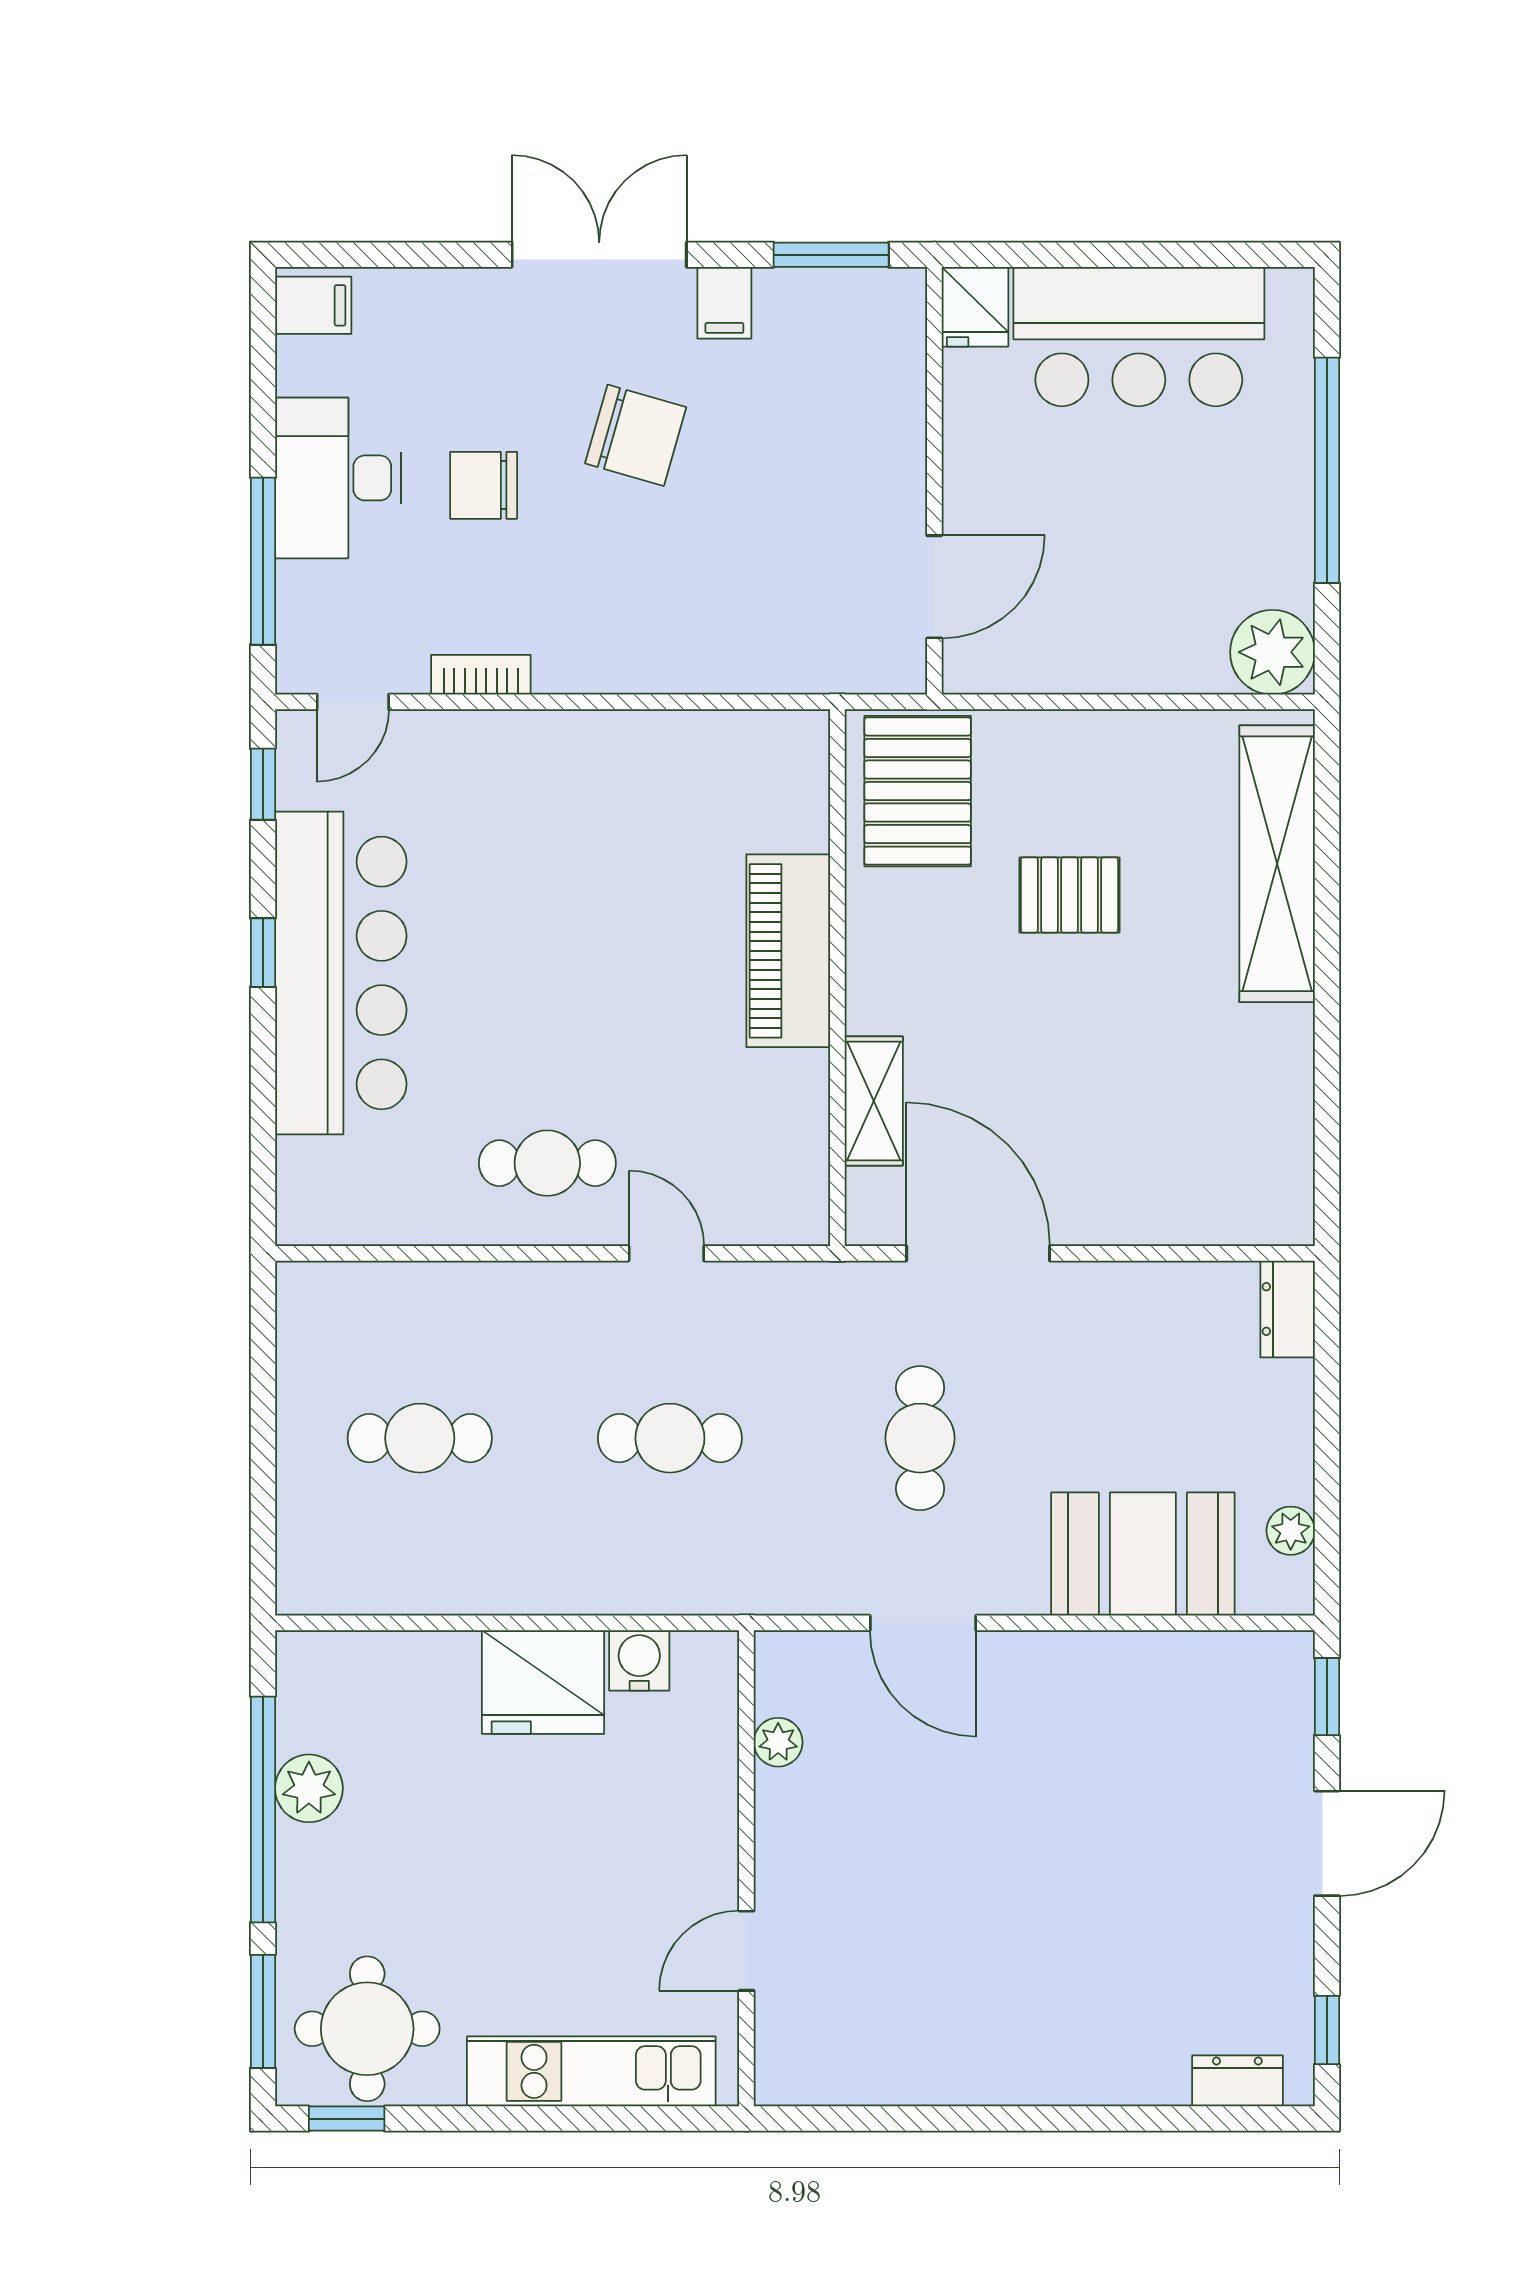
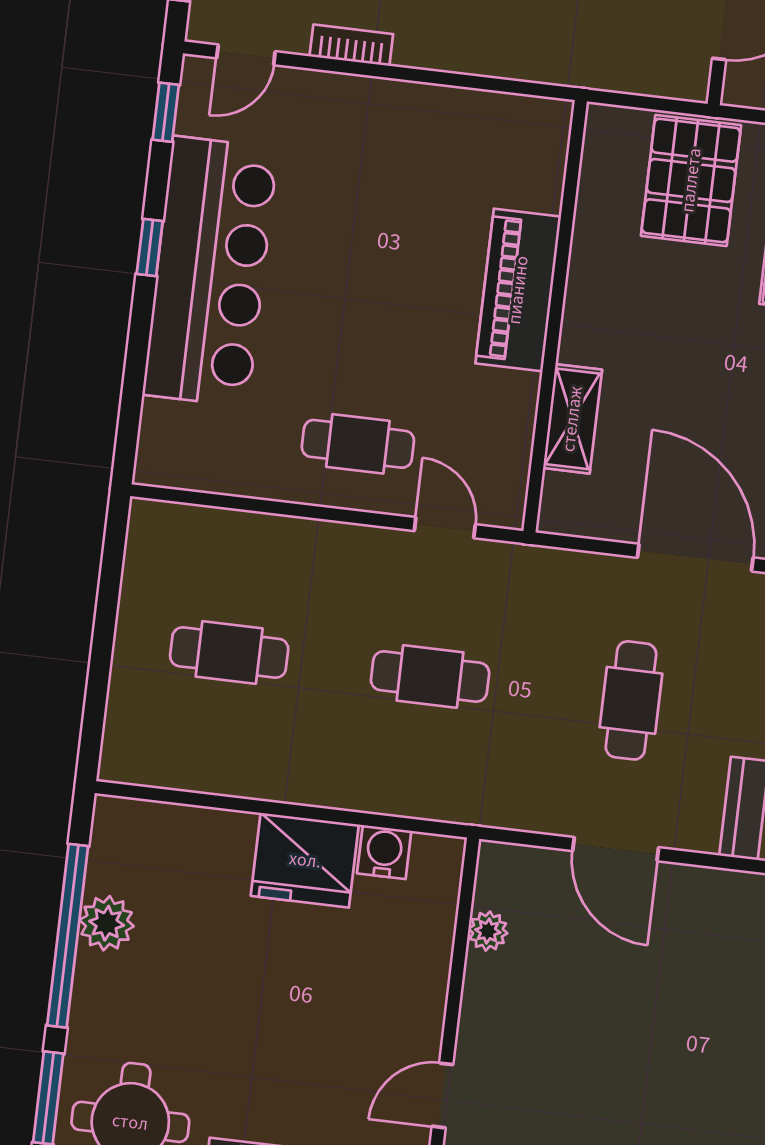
piano: (788, 951) -> (518, 290), moved
wall: (837, 978) -> (555, 316), moved
shelving: (874, 1101) -> (572, 419), moved

